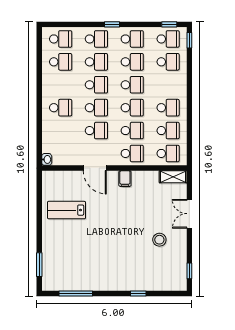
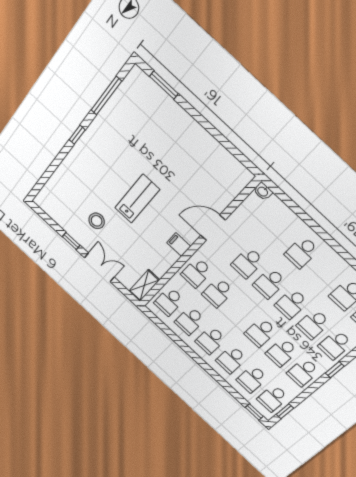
school desk: (132, 108) -> (231, 359), moved
lab bench: (66, 210) -> (137, 199), moved
window: (189, 271) -> (71, 241), moved
window: (138, 294) -> (77, 135), moved

